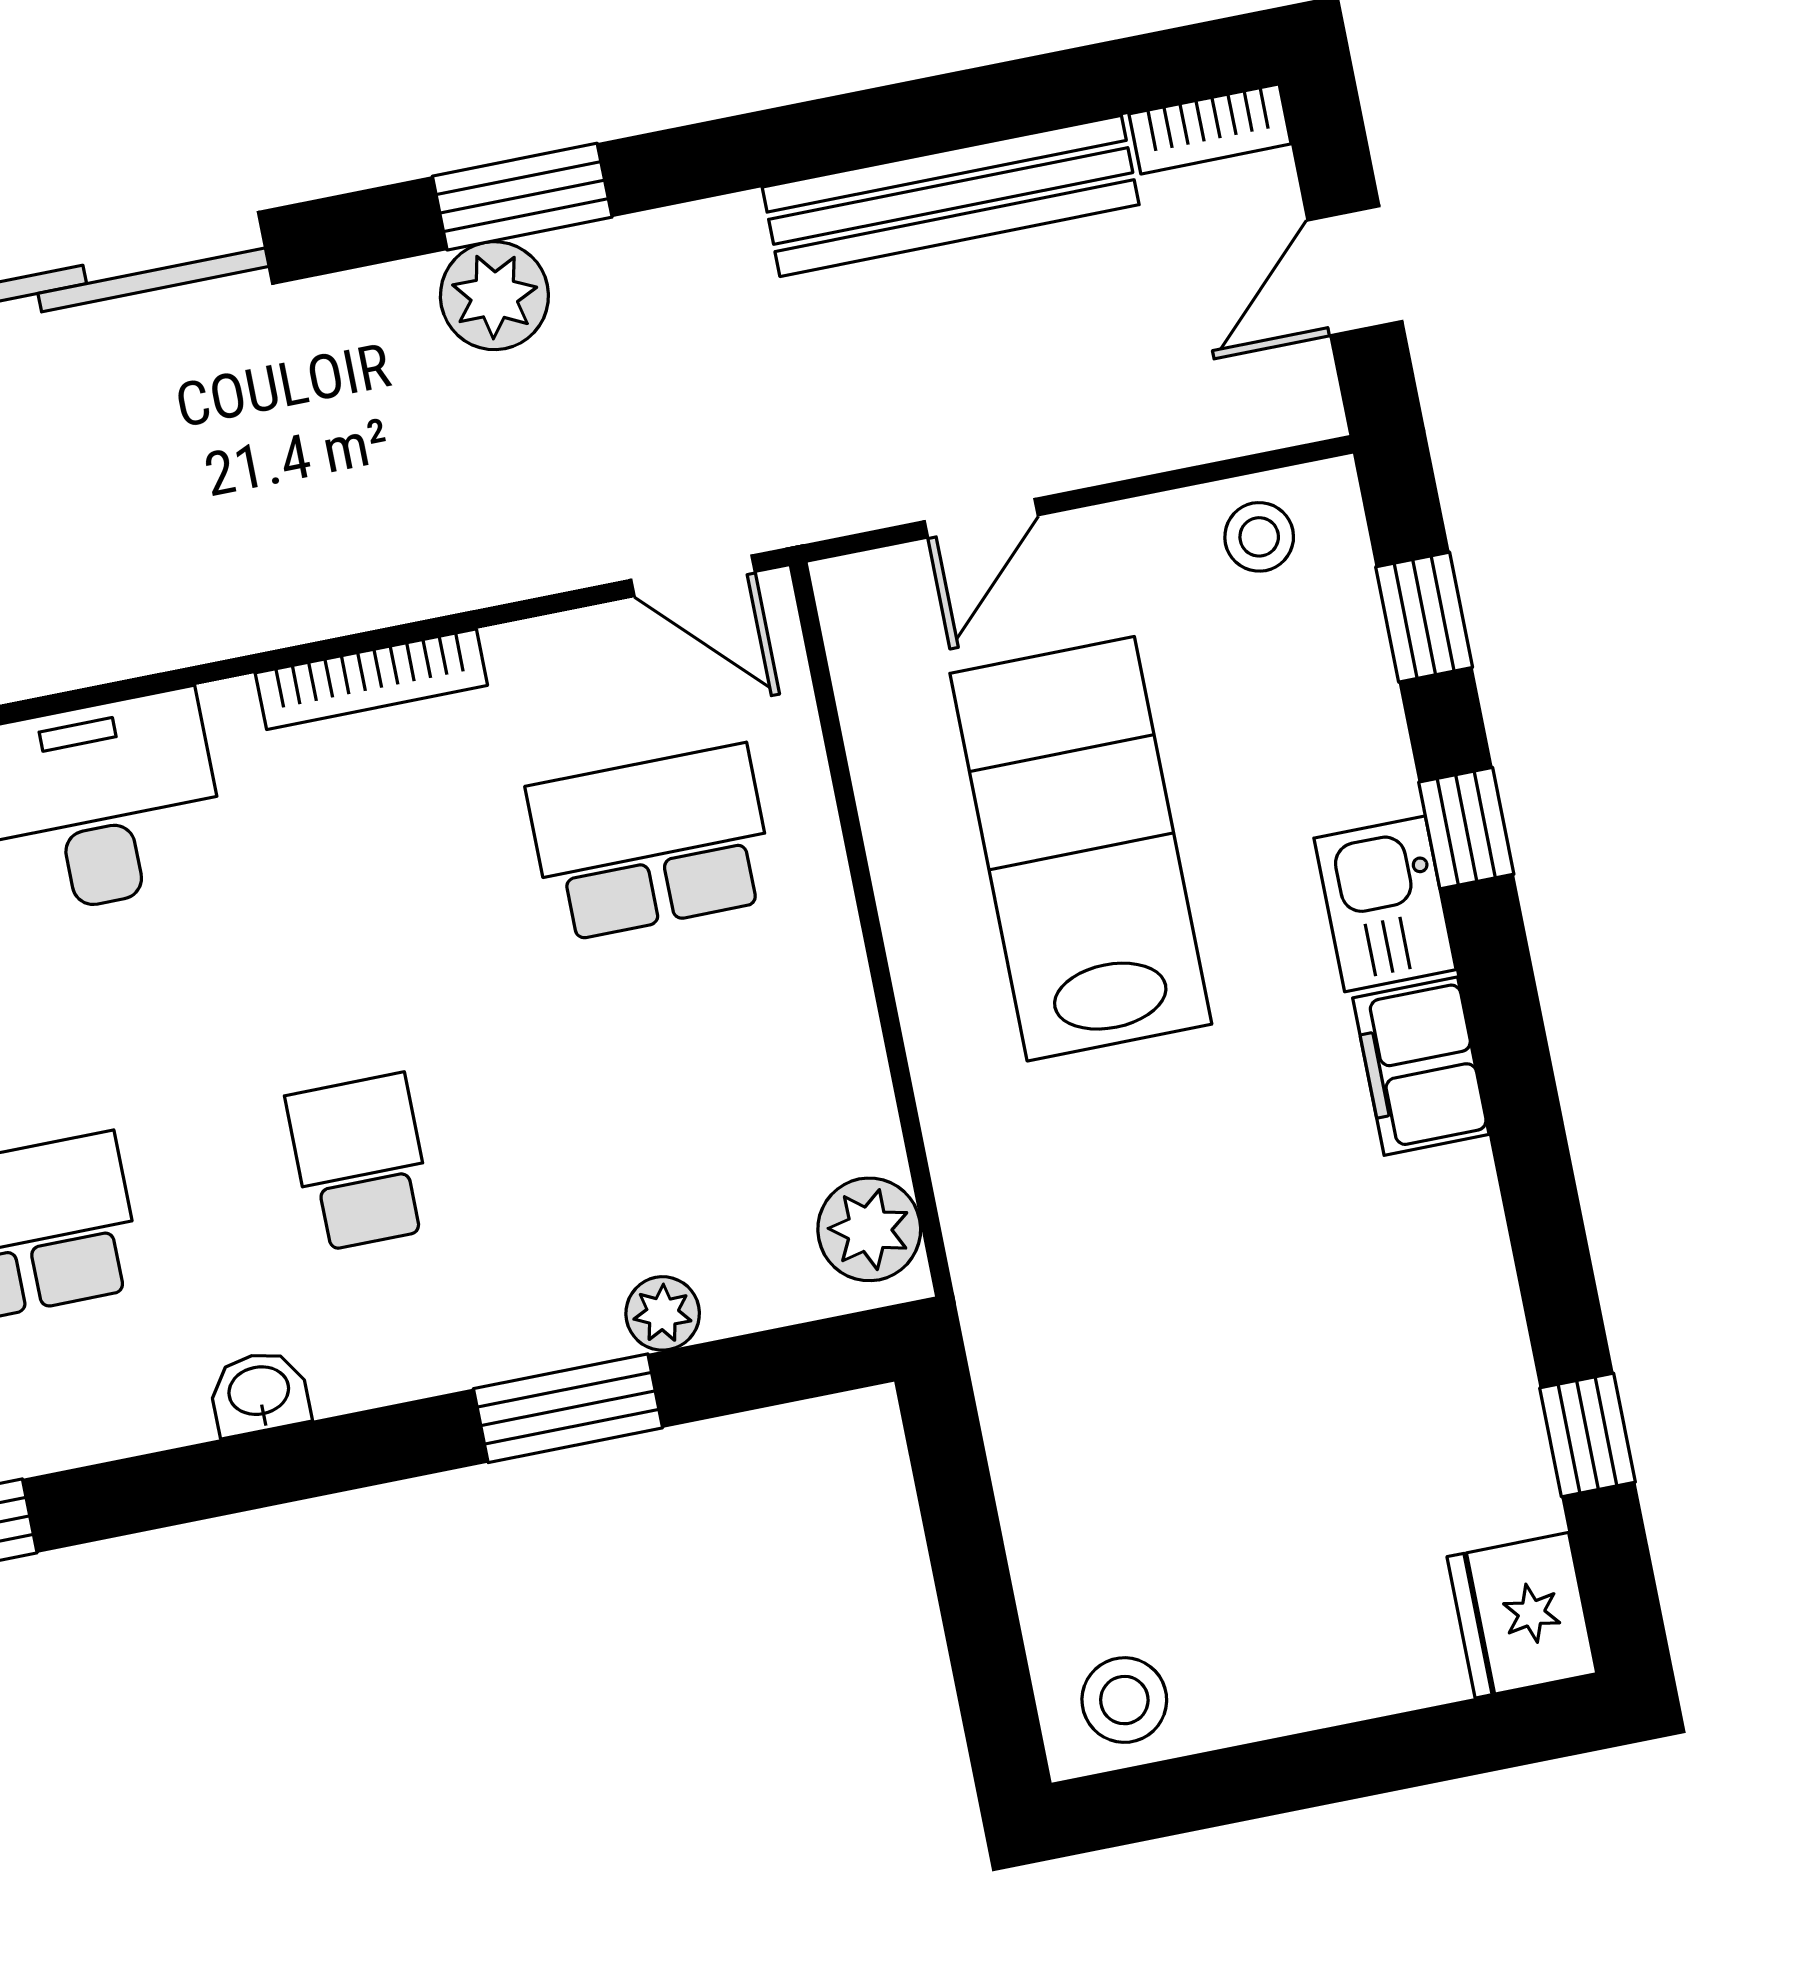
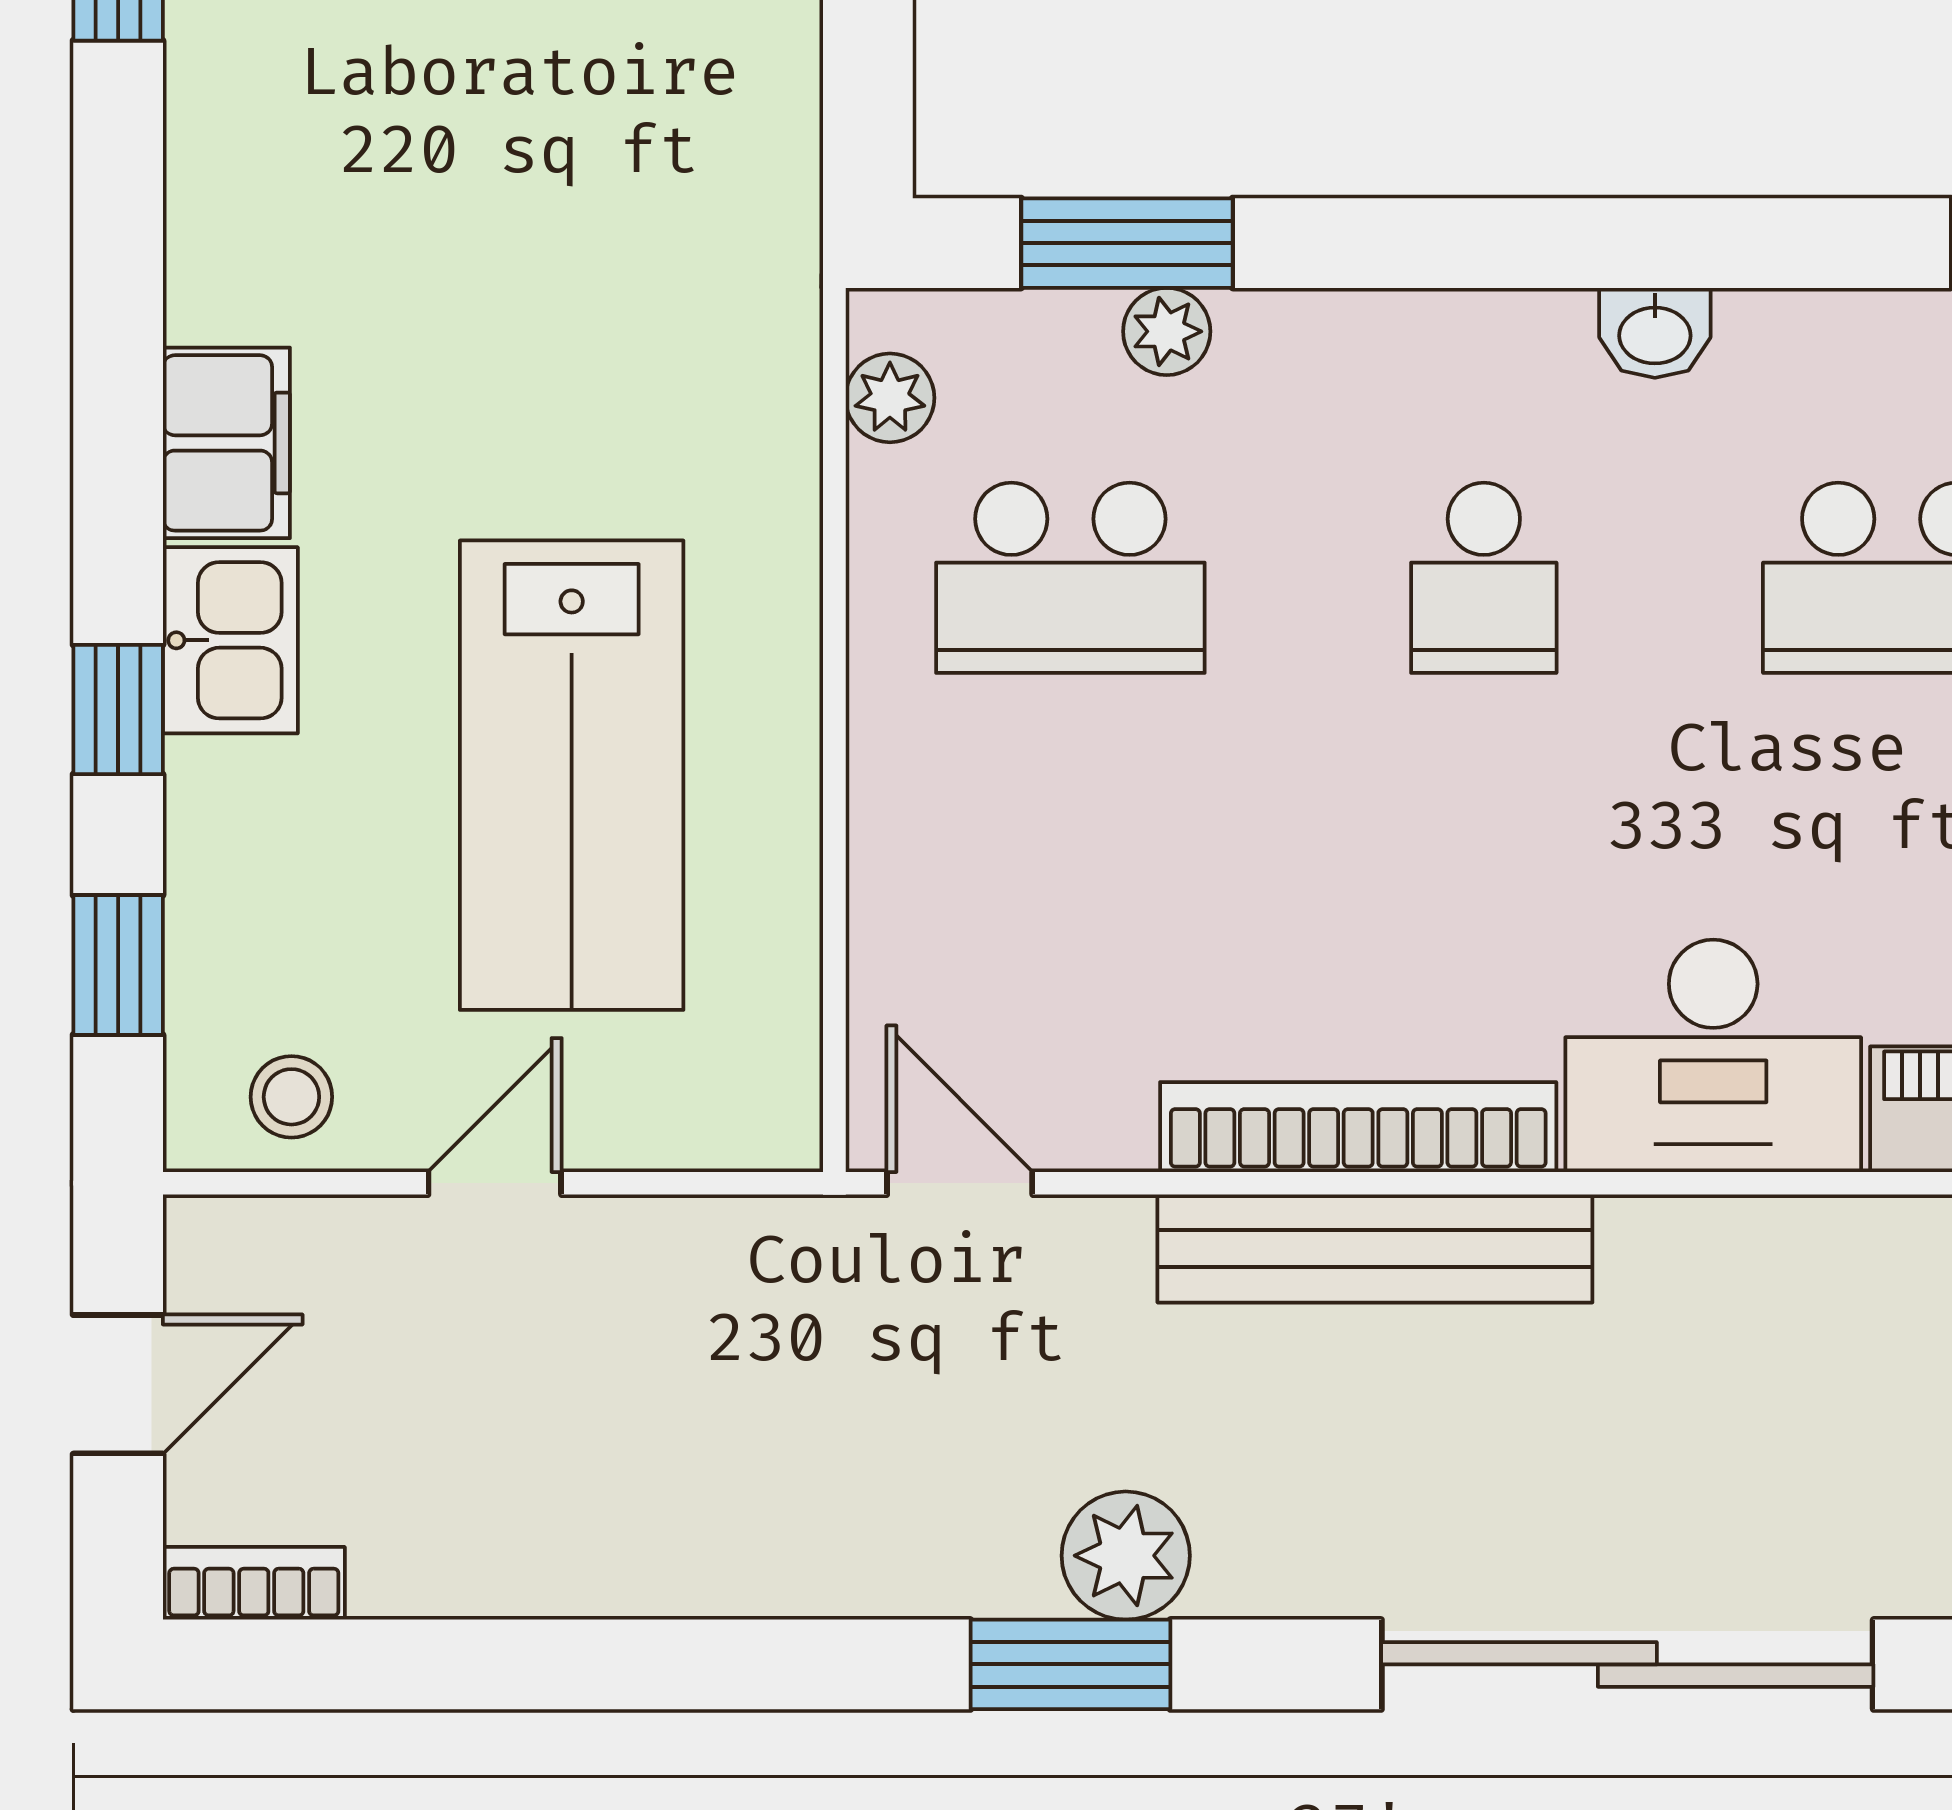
bench: (951, 196) -> (1375, 1249), moved
door: (981, 518) -> (495, 1183), moved
bookcase: (371, 679) -> (1358, 1127), width x1.48, depth x1.31
school desk: (651, 843) -> (1070, 578), moved
plant: (869, 1229) -> (890, 398), width x0.73, depth x0.73
window: (568, 1408) -> (1127, 243), moved

